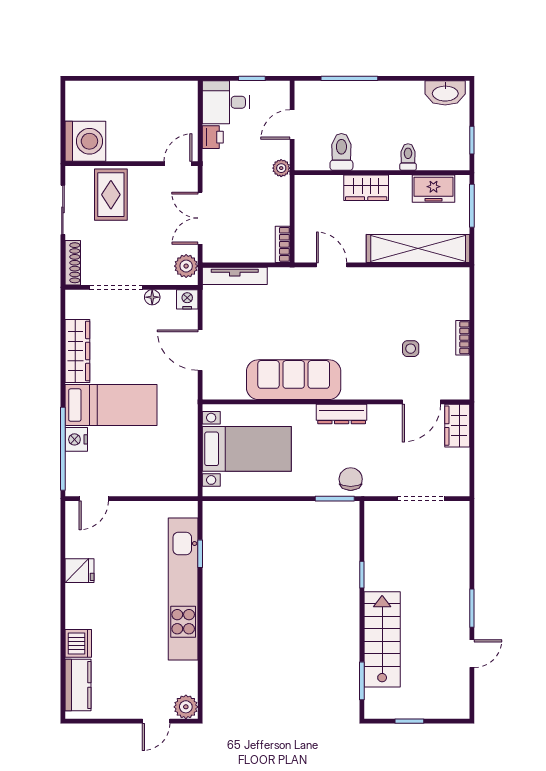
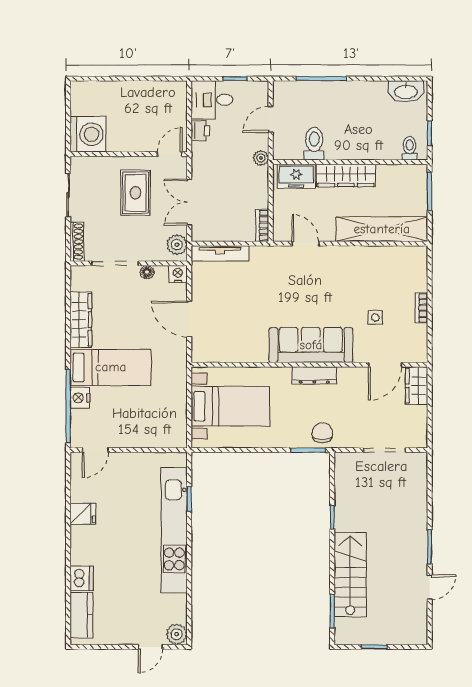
toilet: (408, 157) -> (410, 148), moved
wardrobe: (366, 188) -> (346, 175), width x1.50
freezer: (433, 189) -> (296, 176), moved
rug: (111, 195) -> (135, 193), moved
sofa: (294, 380) -> (311, 345), moved

